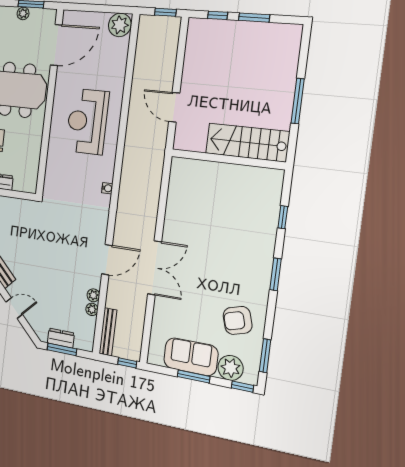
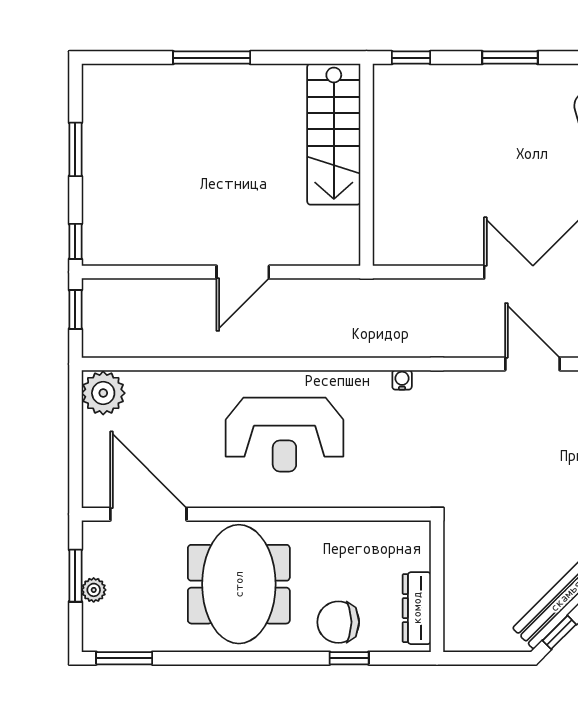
window: (218, 15) -> (75, 241), moved
stairs: (247, 143) -> (334, 134), moved
wall: (228, 159) -> (367, 165), moved

